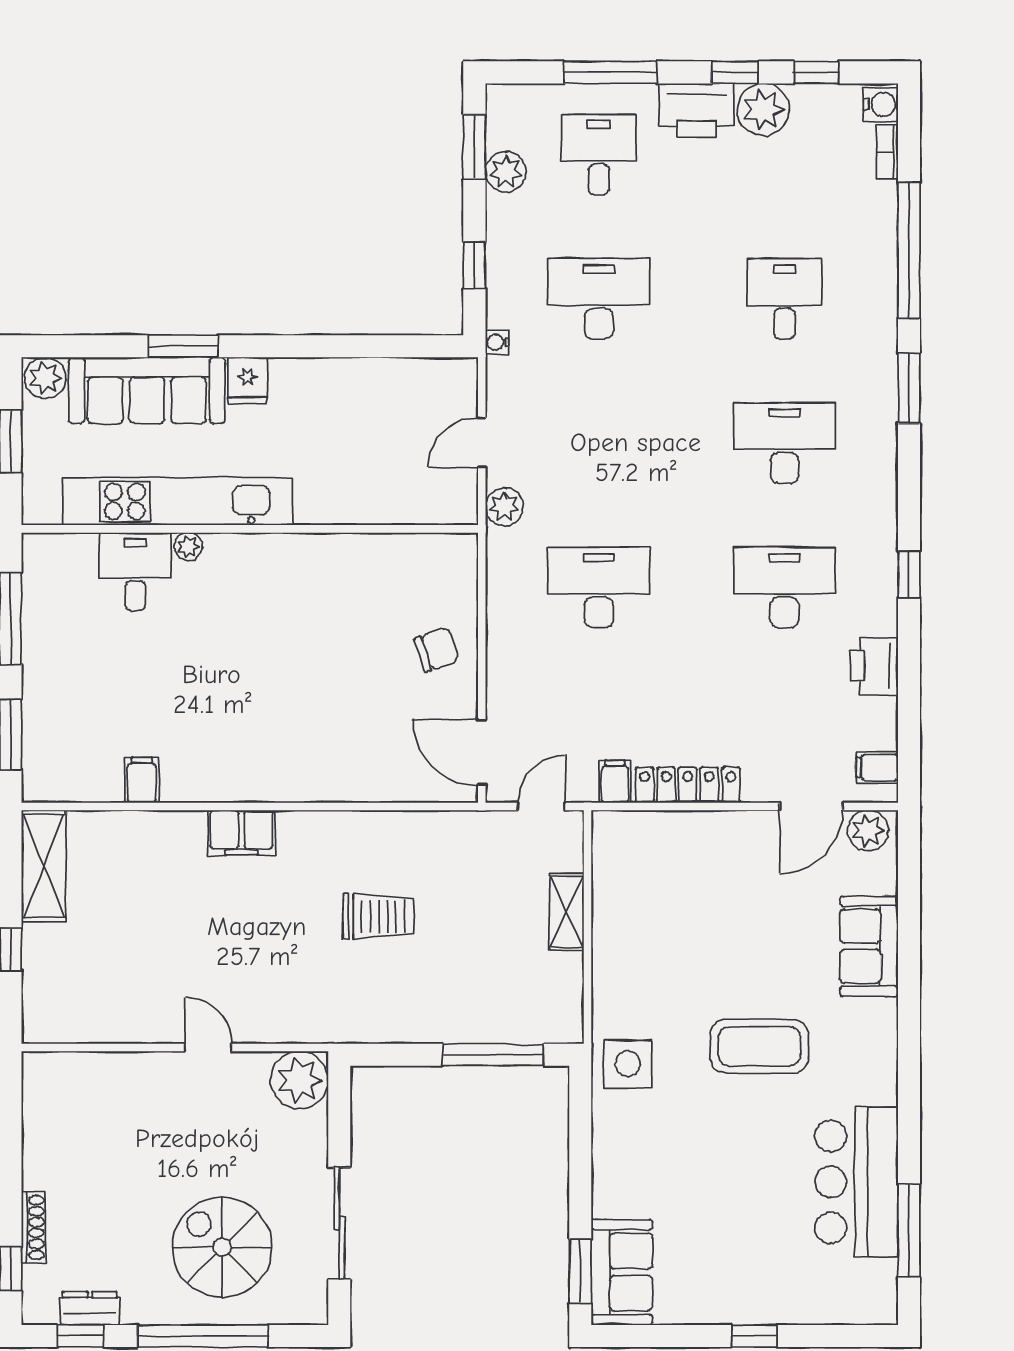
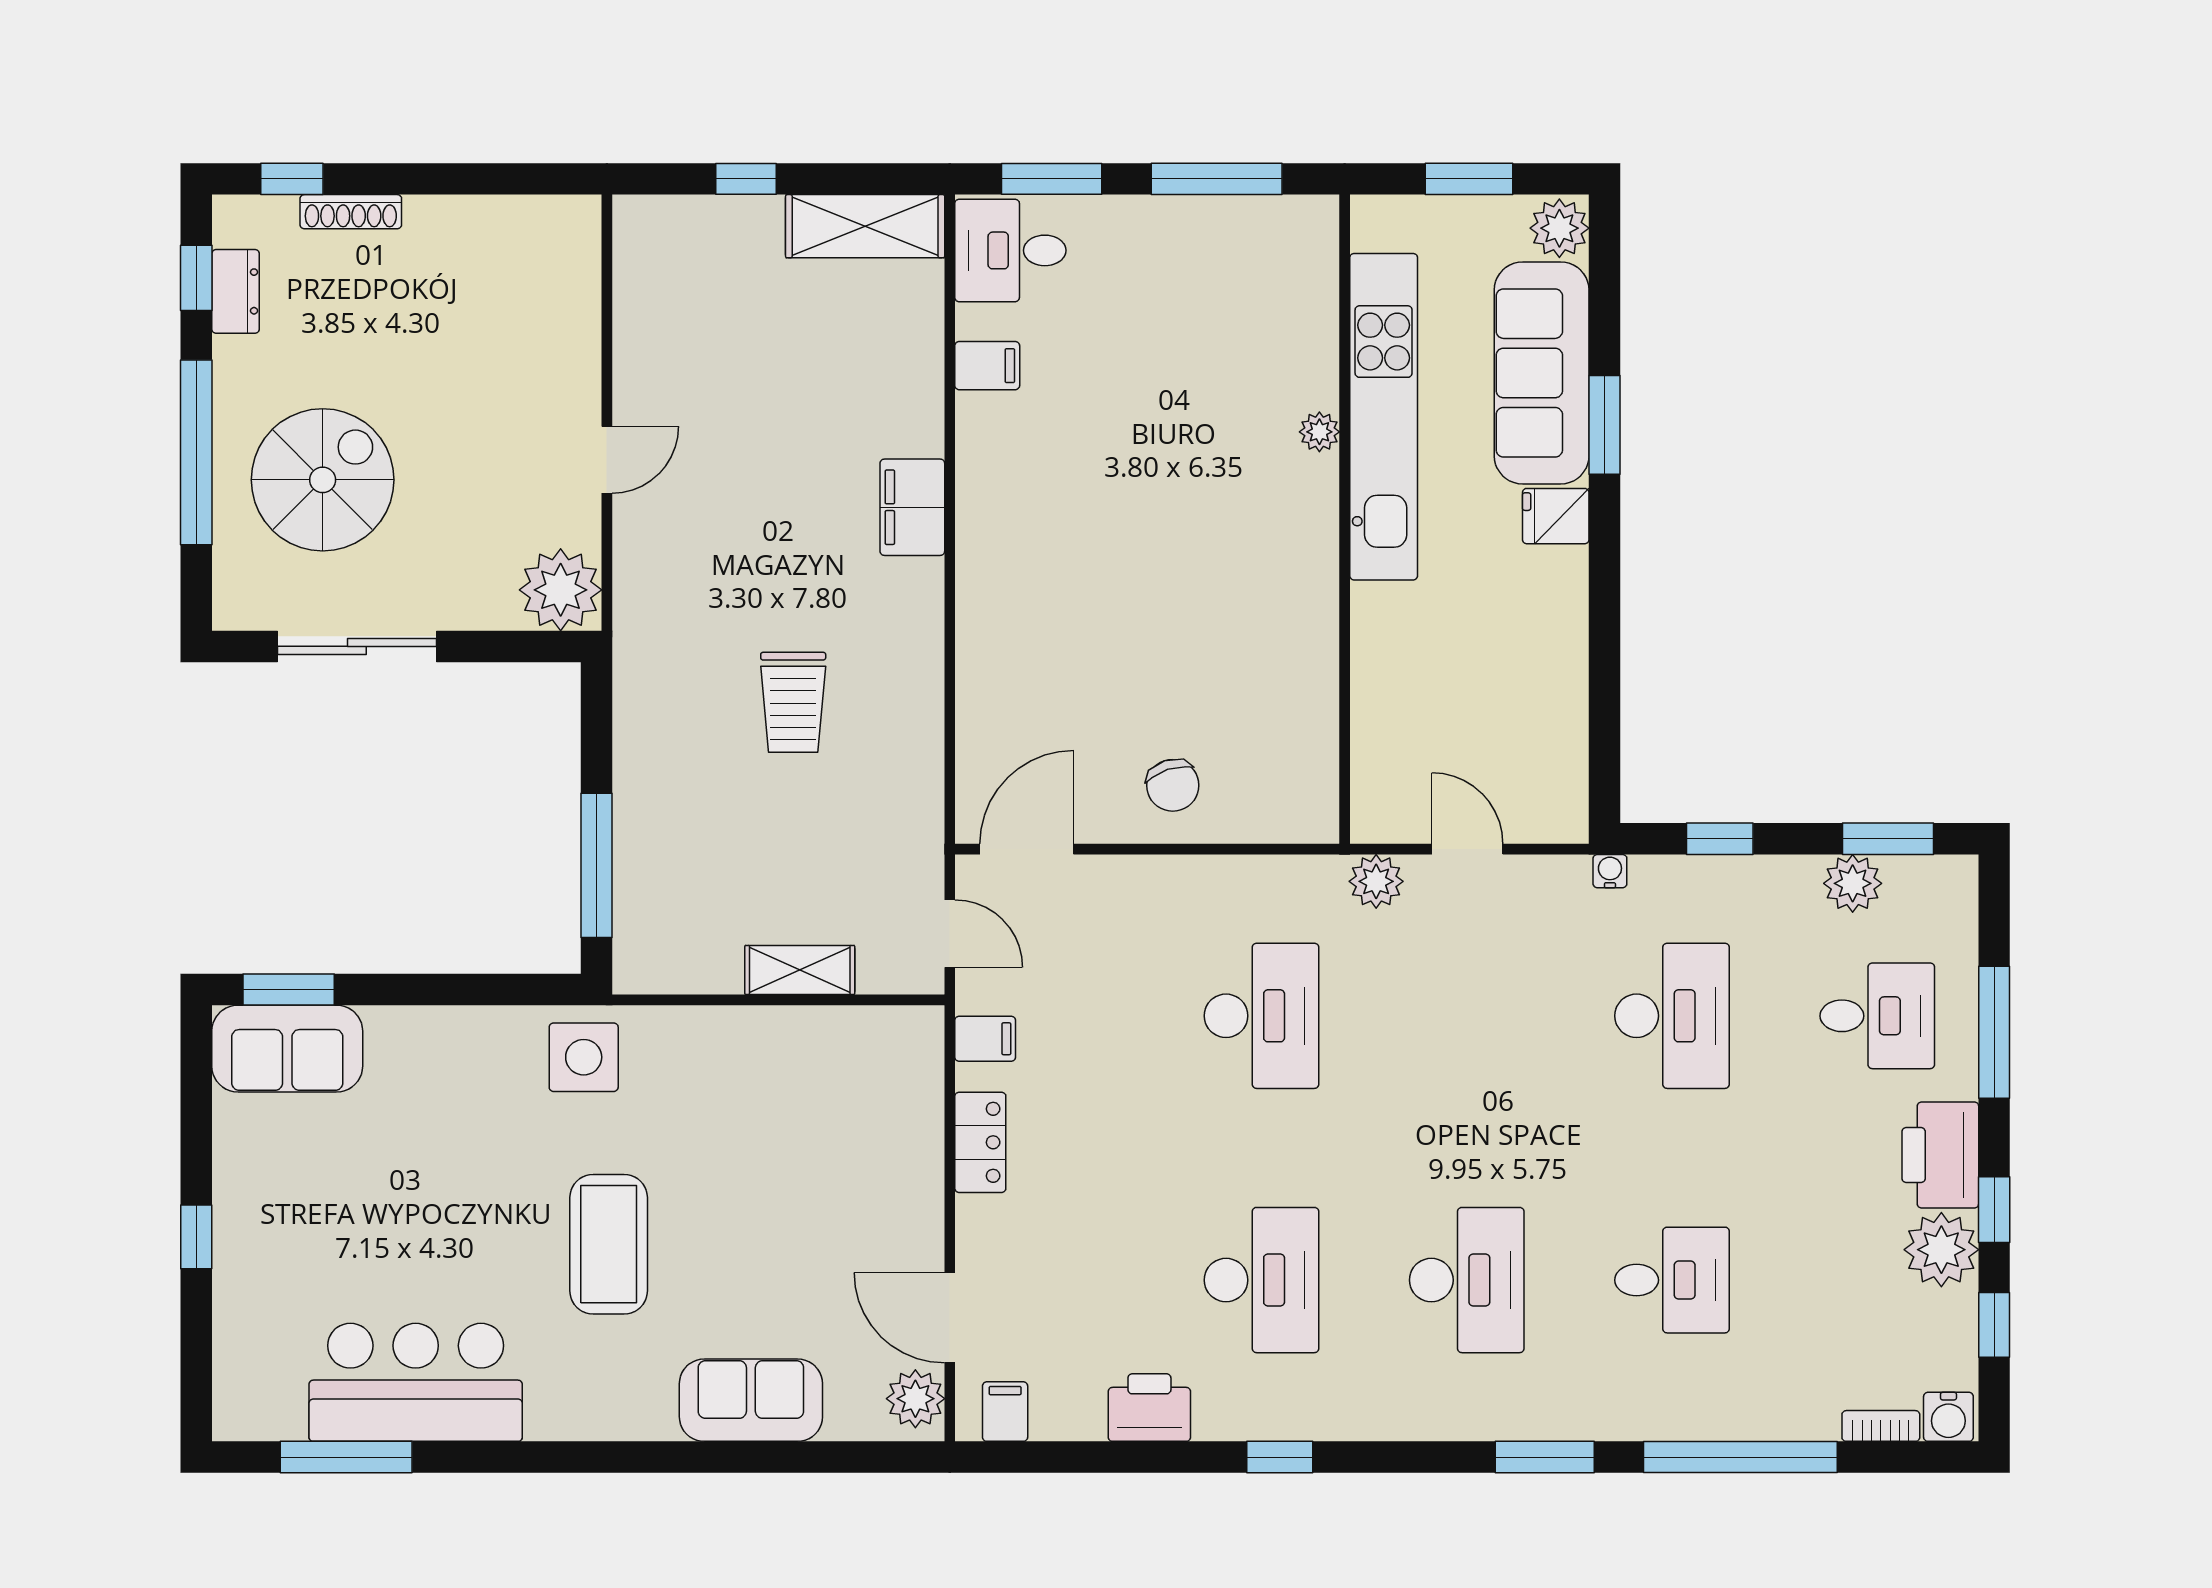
desk: (135, 571) -> (1010, 250), moved, turned 180
locker: (688, 785) -> (980, 1142), width x0.66

